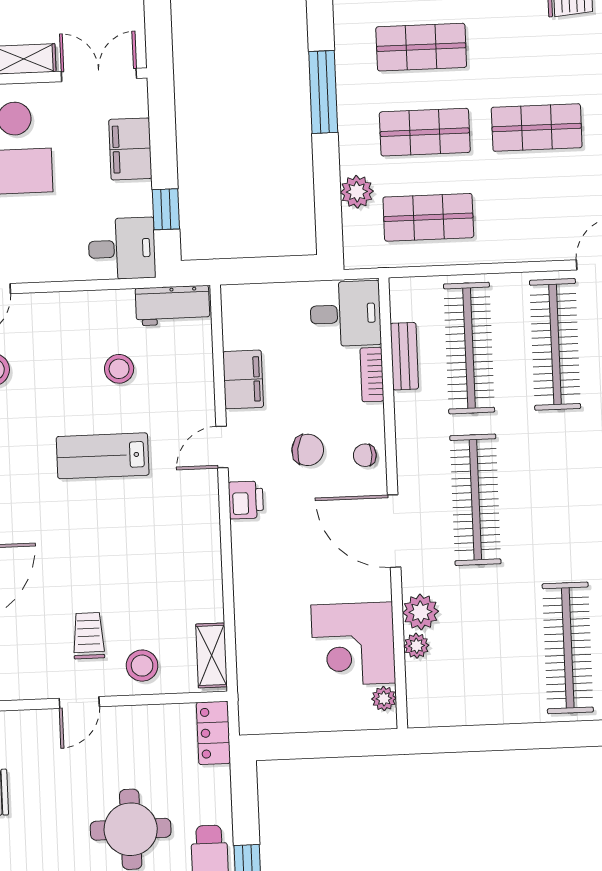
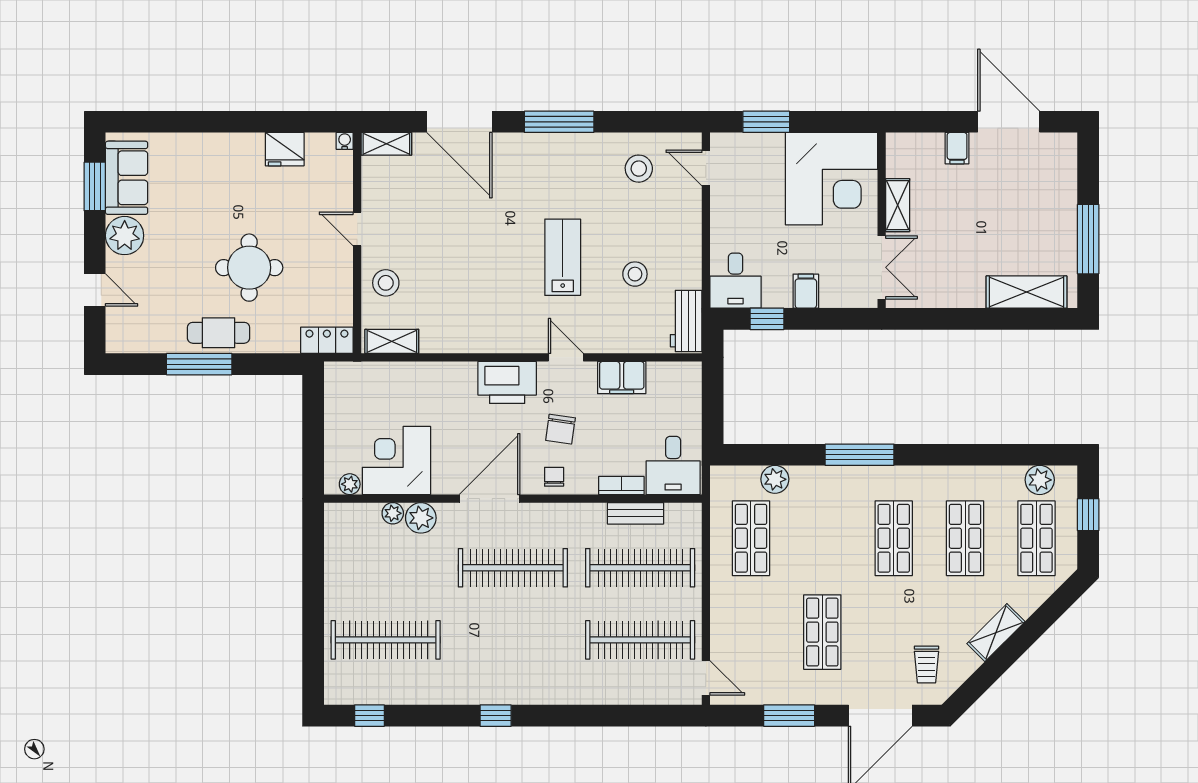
shop shelf: (425, 132) -> (822, 538), removed
filing cabinet: (130, 149) -> (806, 291), width x0.50
printer: (246, 500) -> (507, 382), width x1.87, depth x1.48
trolley: (89, 636) -> (413, 239), removed

